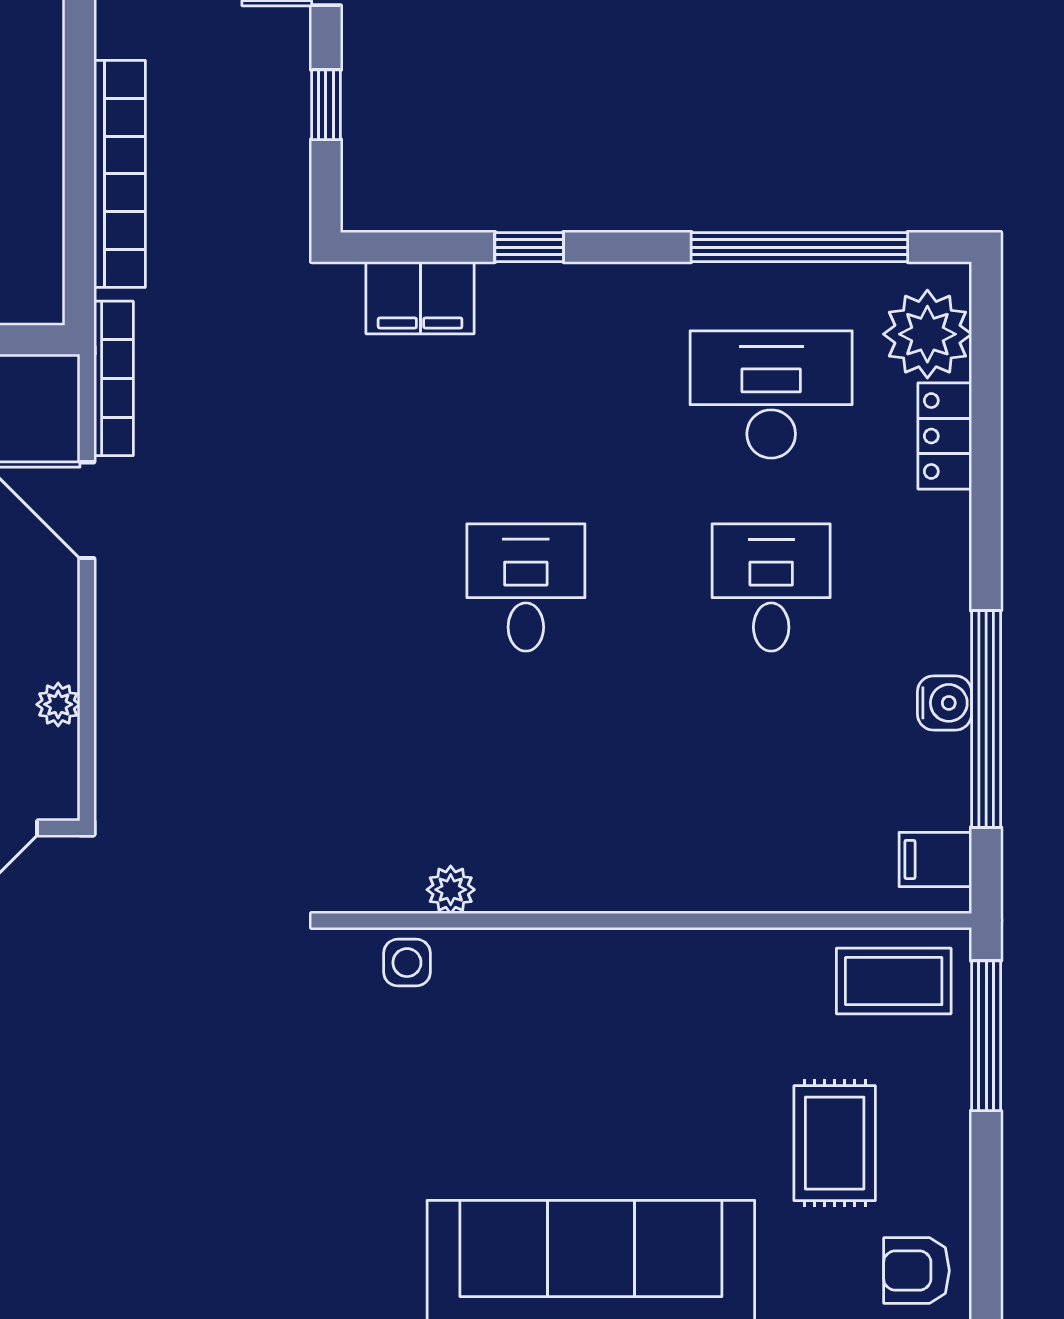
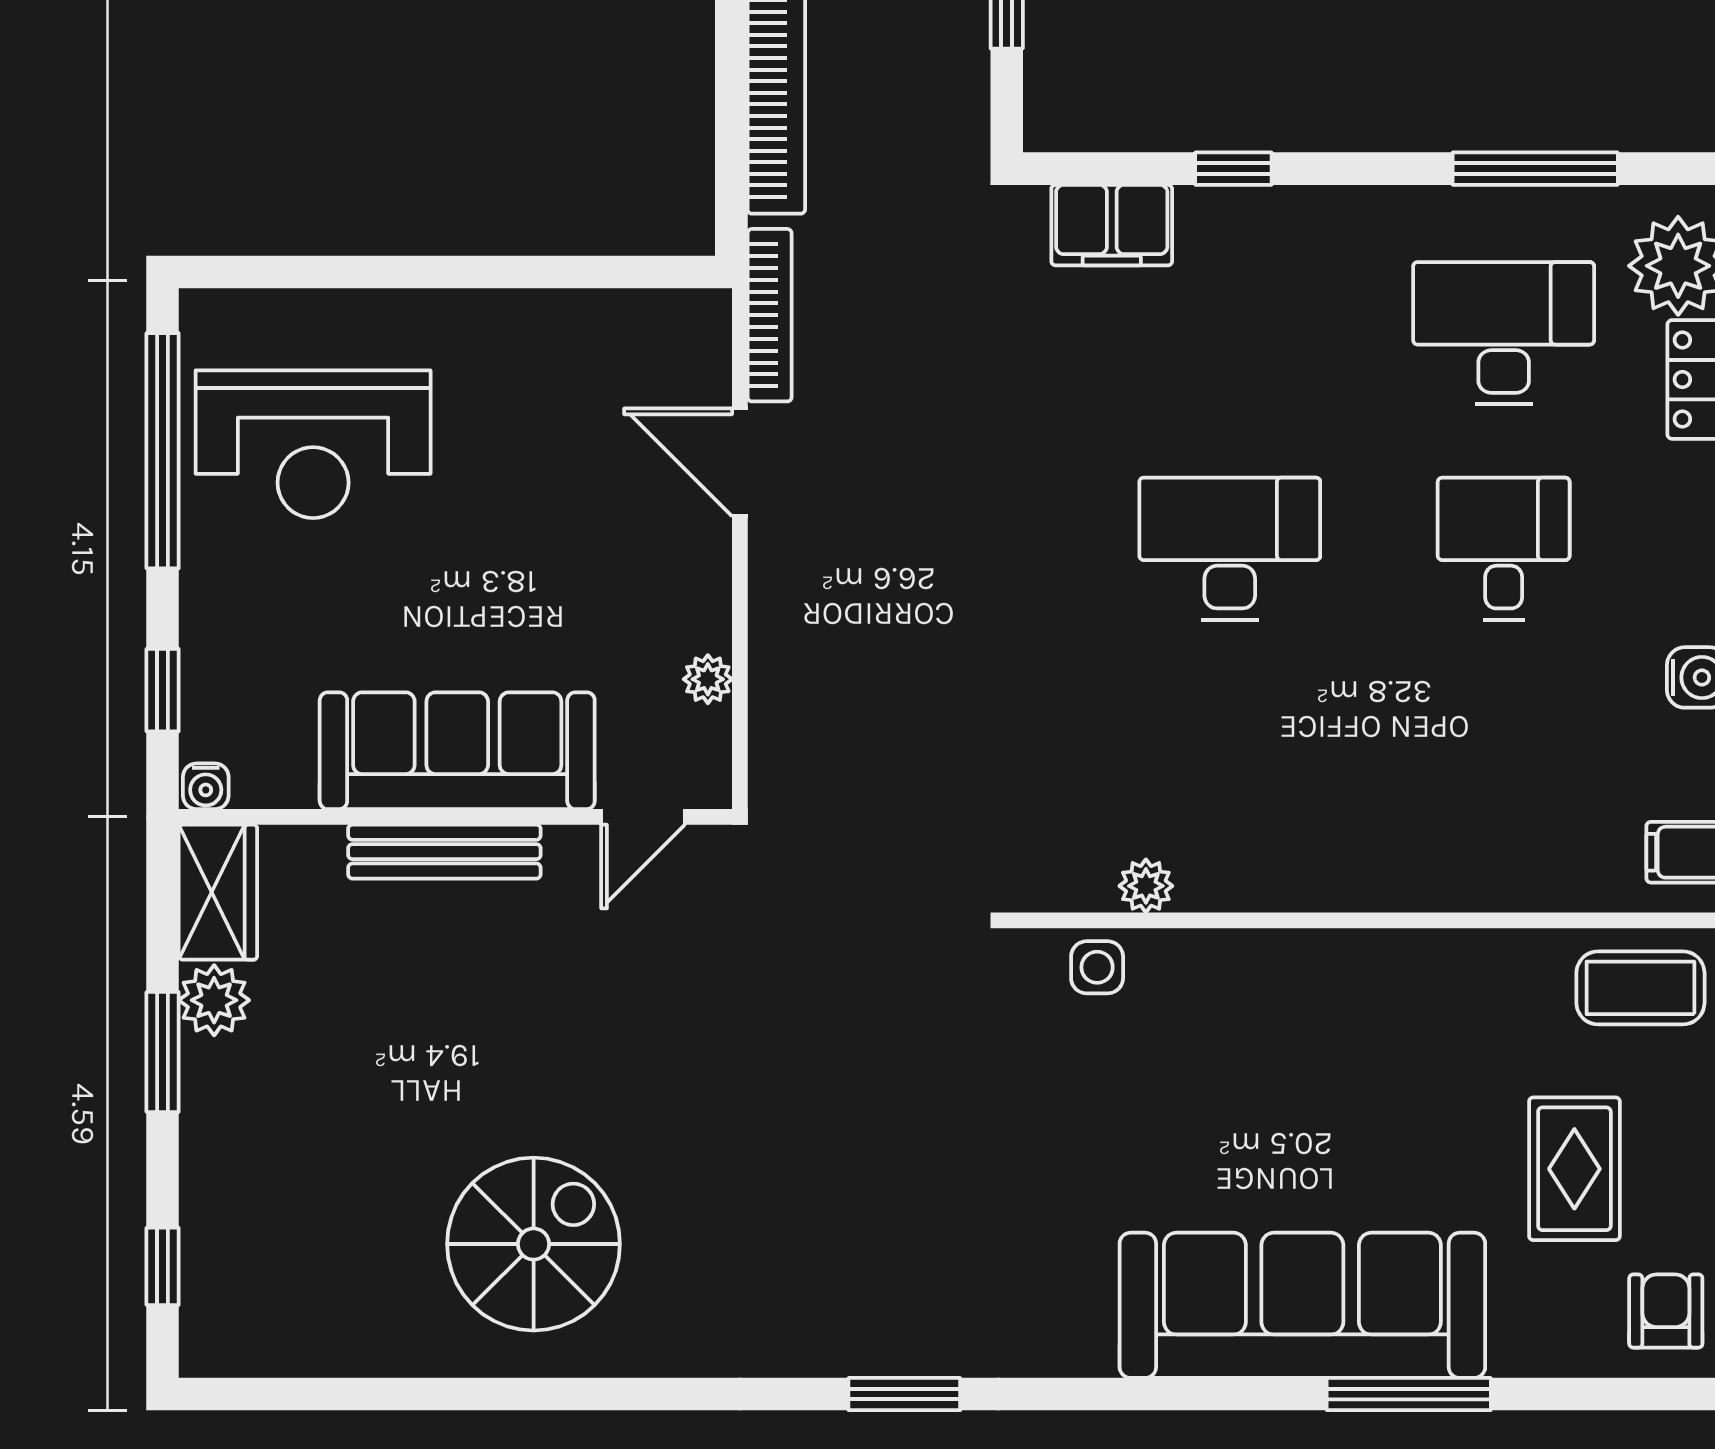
window: (799, 247) -> (1535, 169), width x0.68
desk: (526, 588) -> (1230, 549), width x1.37
armchair: (916, 1271) -> (1666, 1311), turned 90

